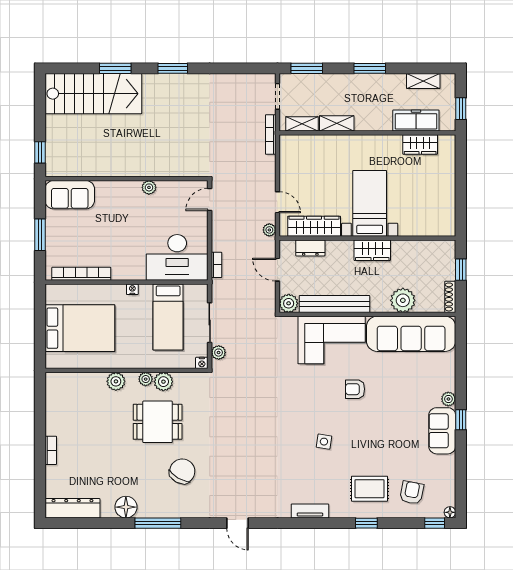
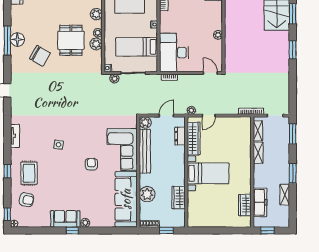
shelving: (423, 81) -> (285, 195), moved
wardrobe: (372, 250) -> (179, 198), moved
floor lamp: (126, 507) -> (17, 40), moved

